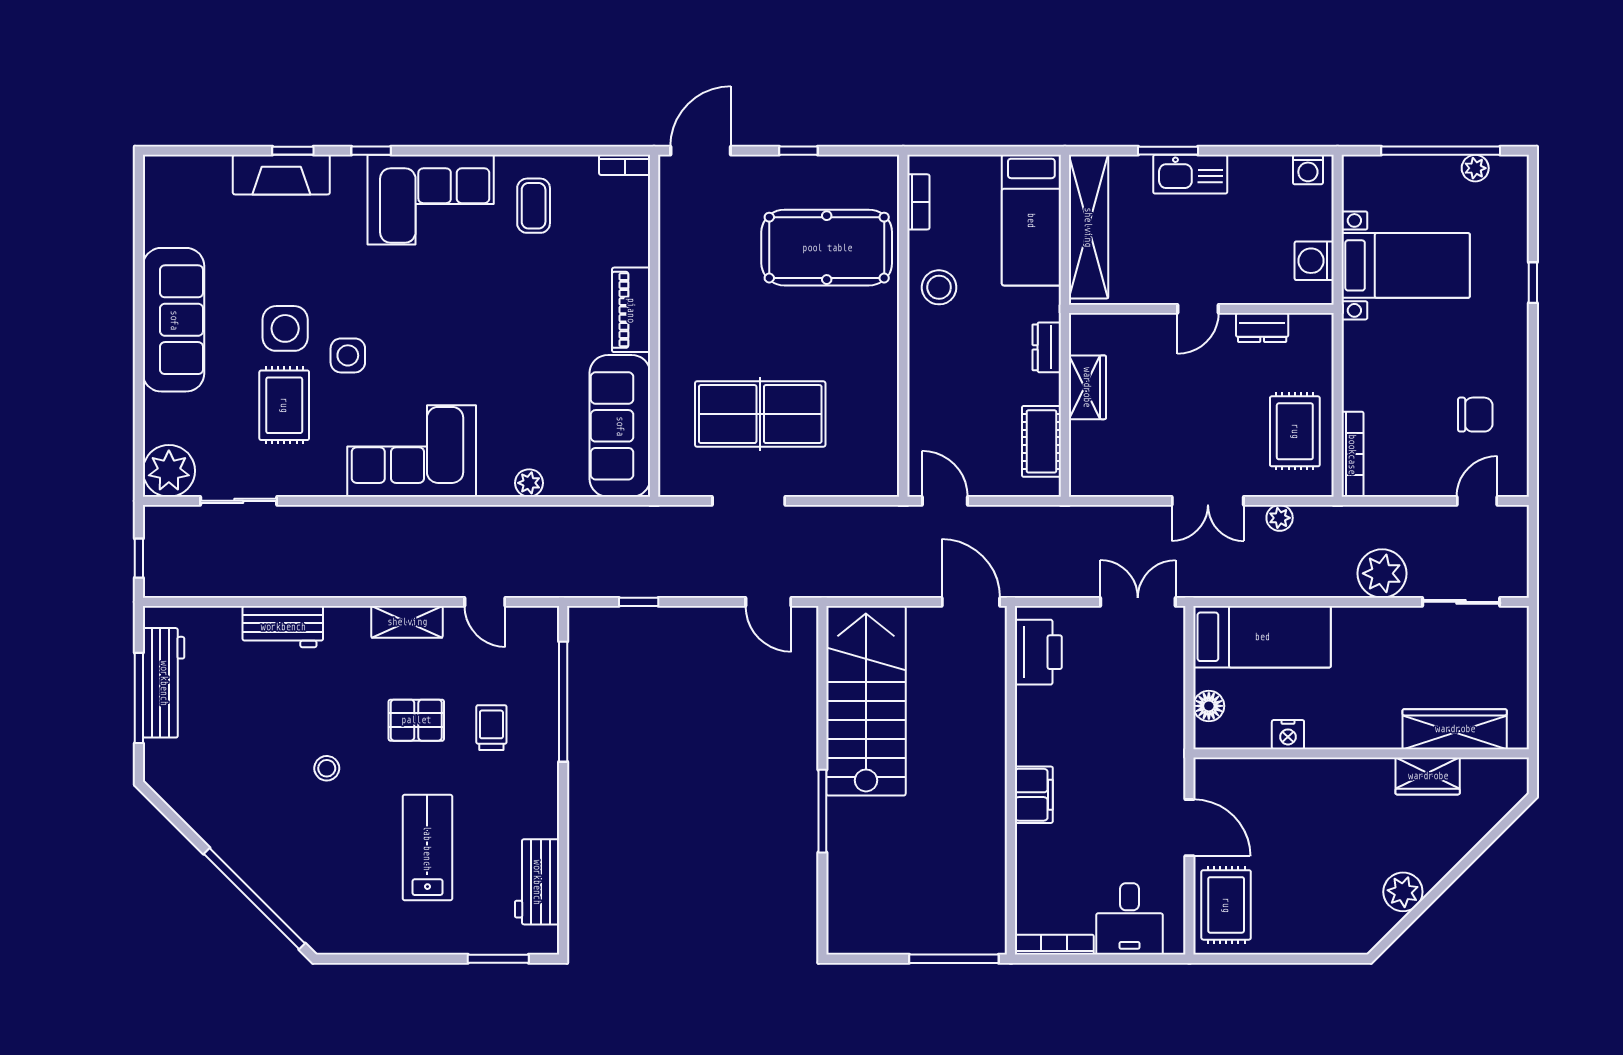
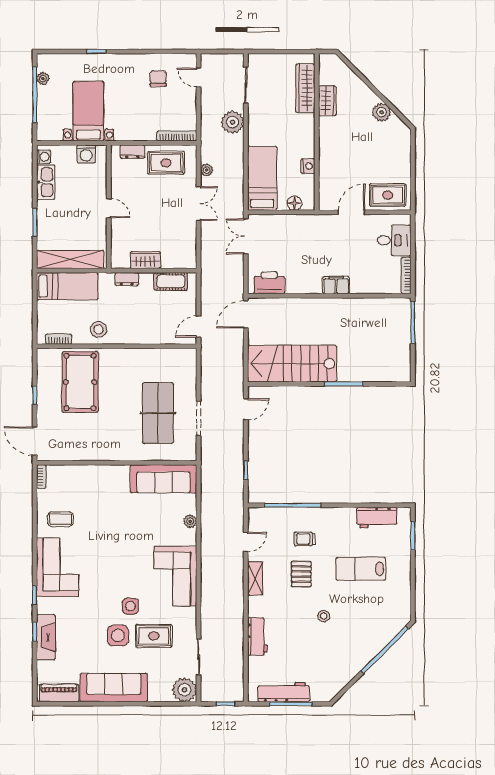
kitchen sink: (1190, 174) -> (46, 182), moved
piano: (631, 310) -> (59, 693), moved, turned 180
dresser: (1262, 328) -> (132, 152), moved, turned 90

